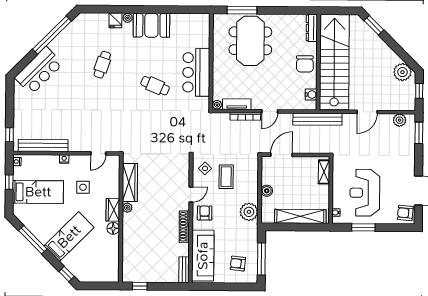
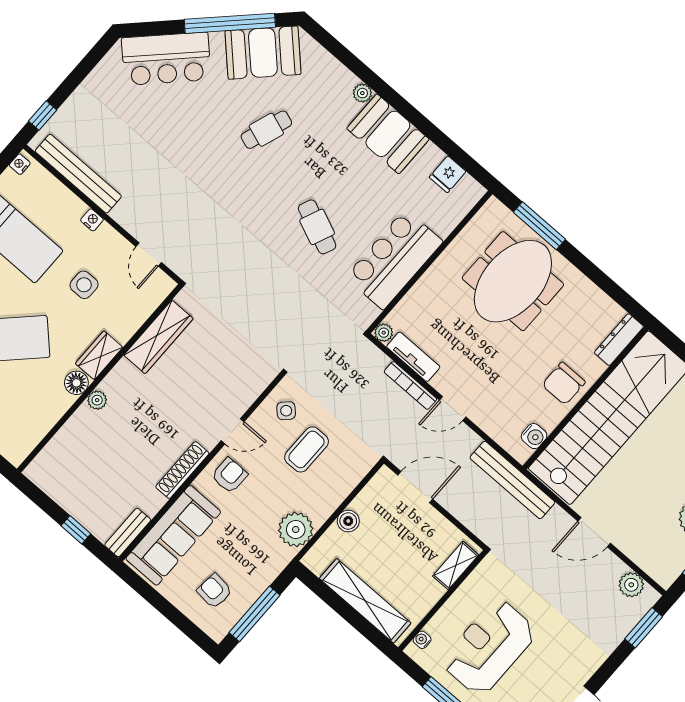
fridge: (115, 20) -> (448, 174), moved
booth: (75, 35) -> (263, 53), added
door: (98, 153) -> (149, 255), hinge flipped
plant: (127, 208) -> (97, 400), moved
window: (140, 286) -> (76, 530), moved

